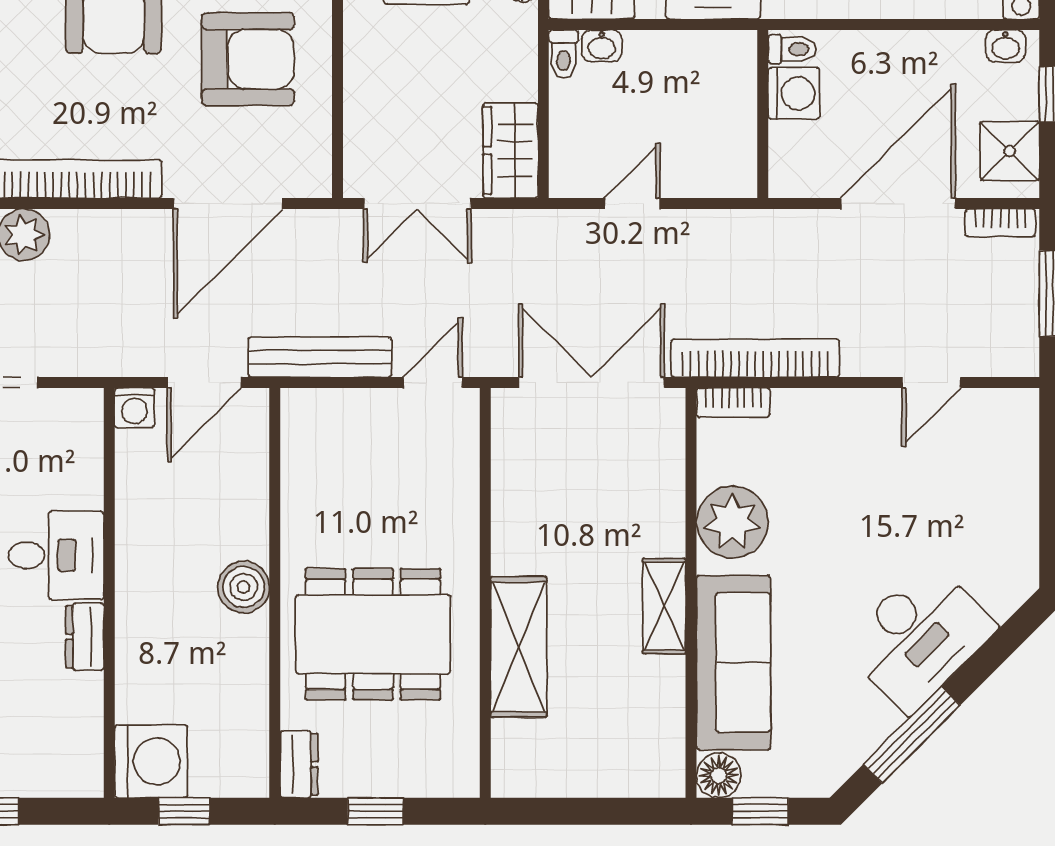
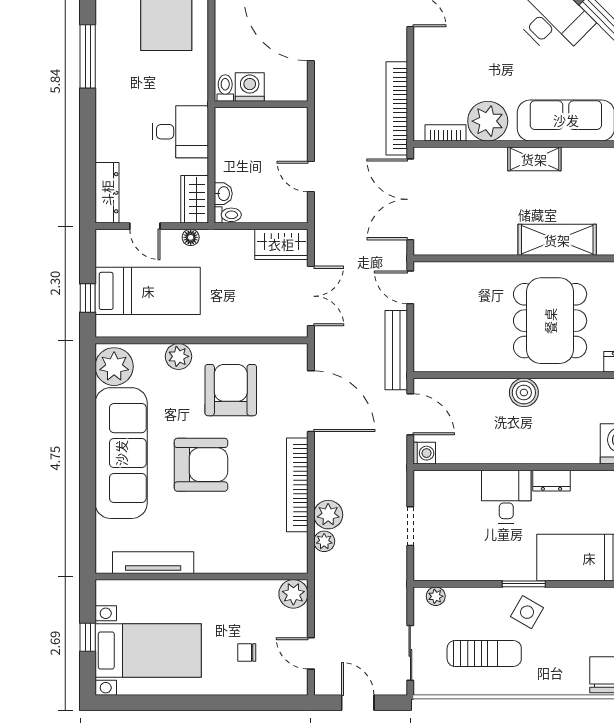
bookcase: (733, 402) -> (445, 133), moved, turned -90

